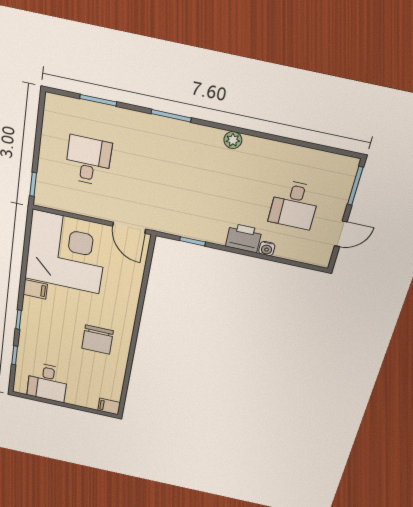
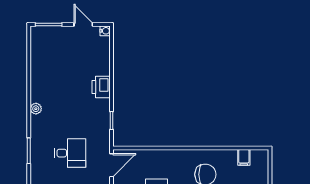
desk: (294, 205) -> (70, 153), moved
water cooler: (267, 249) -> (105, 31), moved
filing cabinet: (109, 407) -> (244, 157), moved

